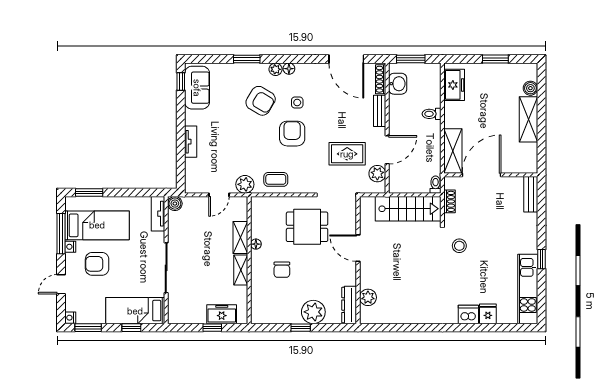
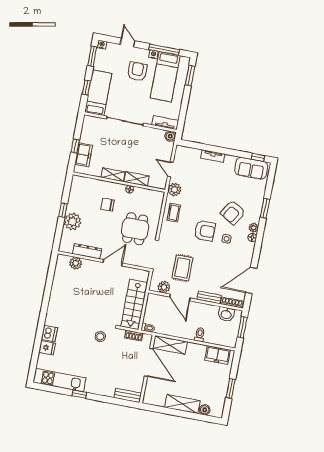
dresser: (349, 305) -> (87, 251), moved

